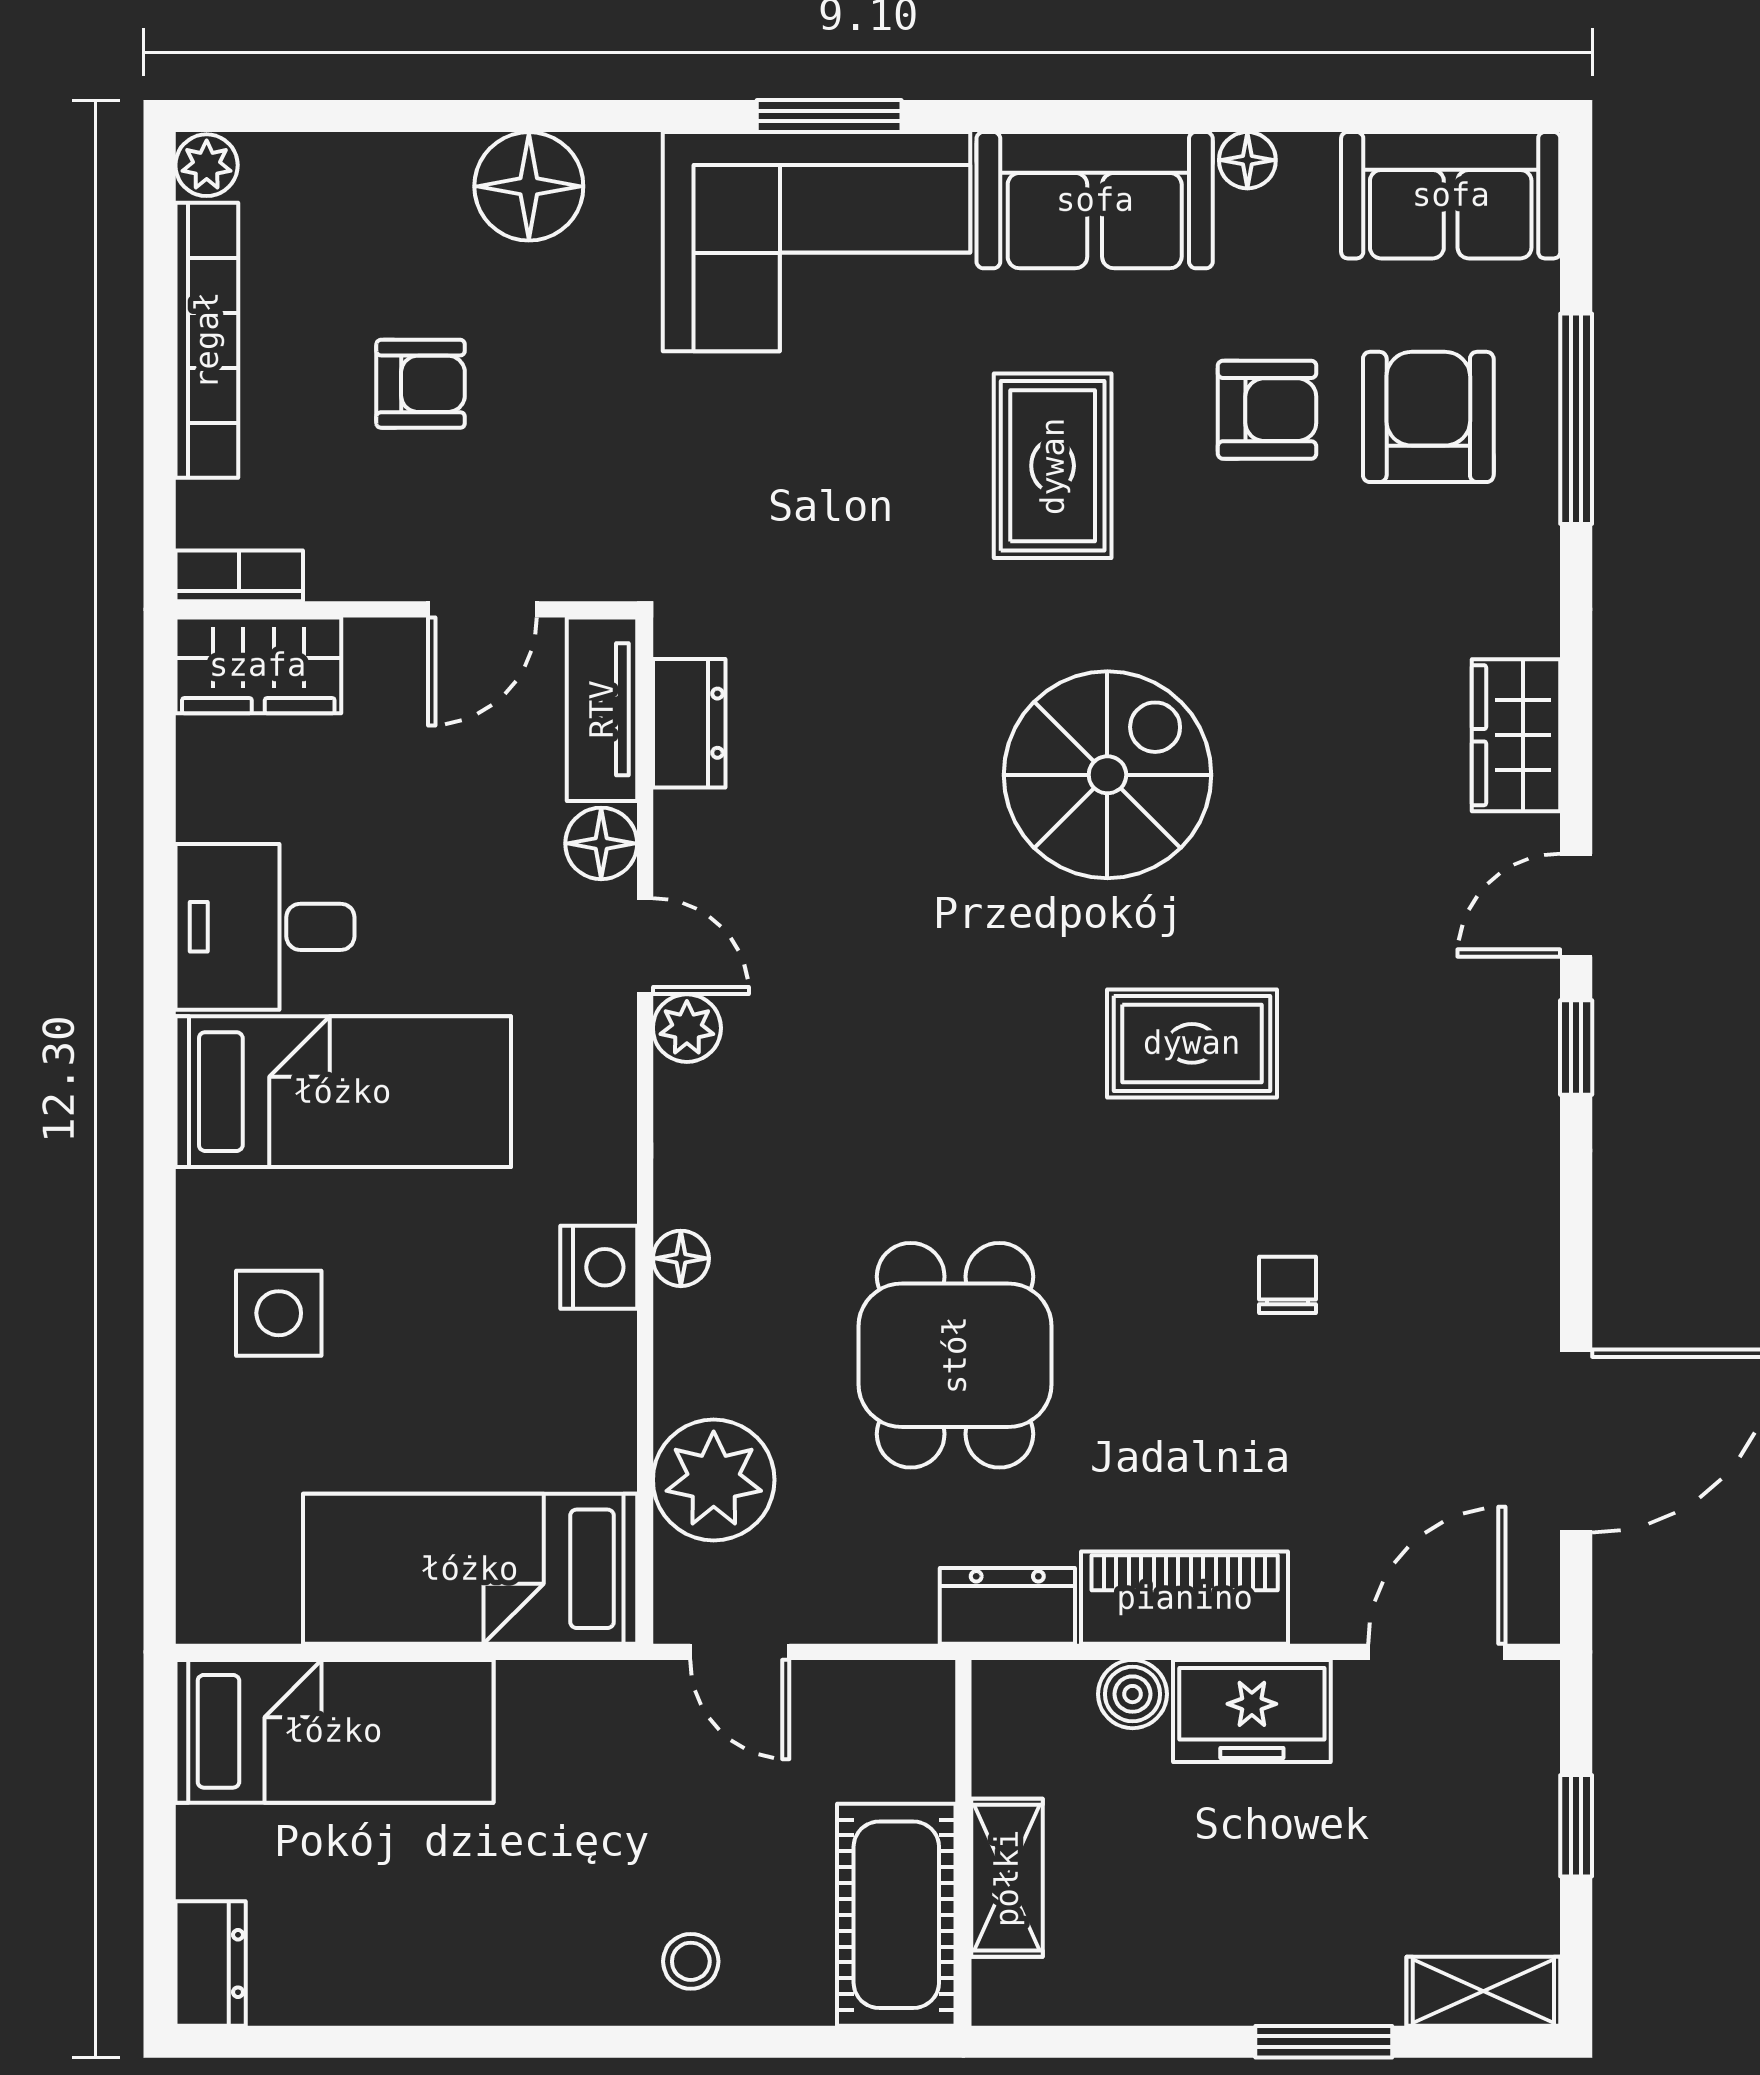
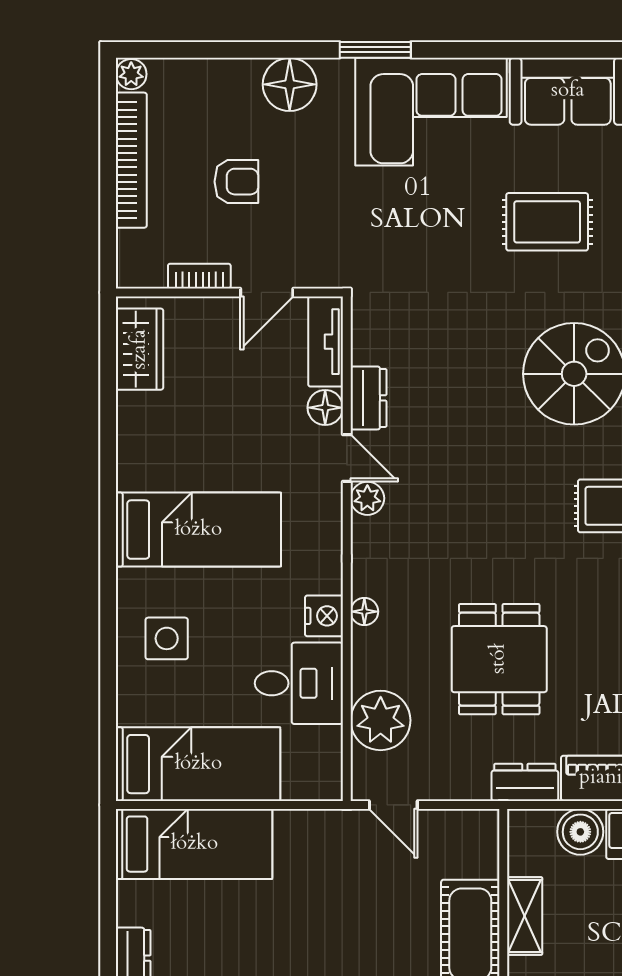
window: (829, 116) -> (375, 50), moved
rug: (1053, 466) -> (547, 222), turned 90
bookcase: (239, 576) -> (199, 276), moved
wardrobe: (258, 665) -> (140, 349), moved, turned -90
dresser: (689, 723) -> (368, 398), moved
desk: (265, 927) -> (299, 683), moved, turned 180
bed: (470, 1569) -> (198, 764), moved, turned 180
boiler: (1132, 1694) -> (580, 832), width x1.36, depth x1.36
stool: (691, 1961) -> (369, 957), removed

